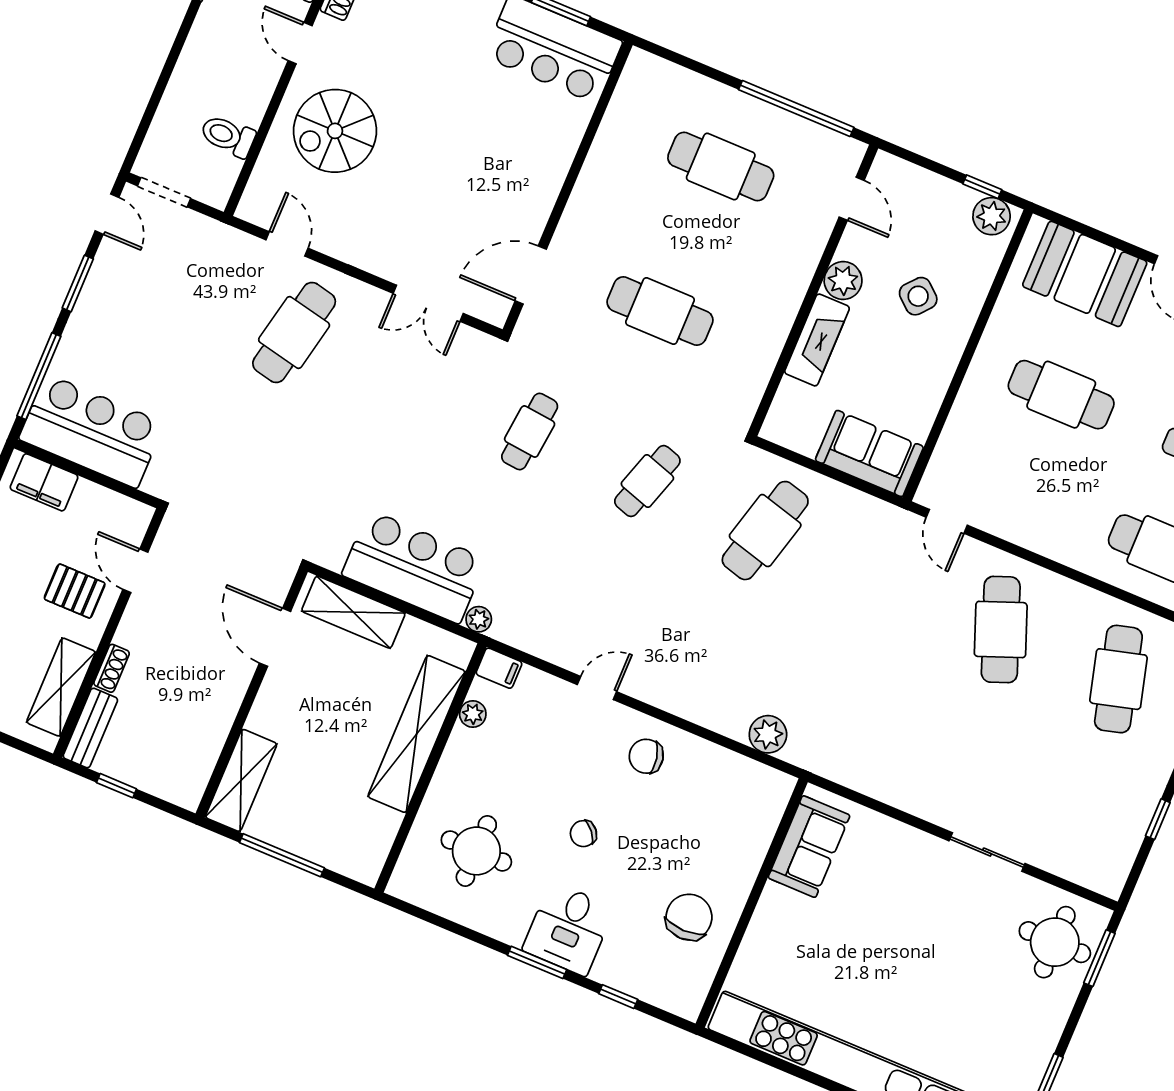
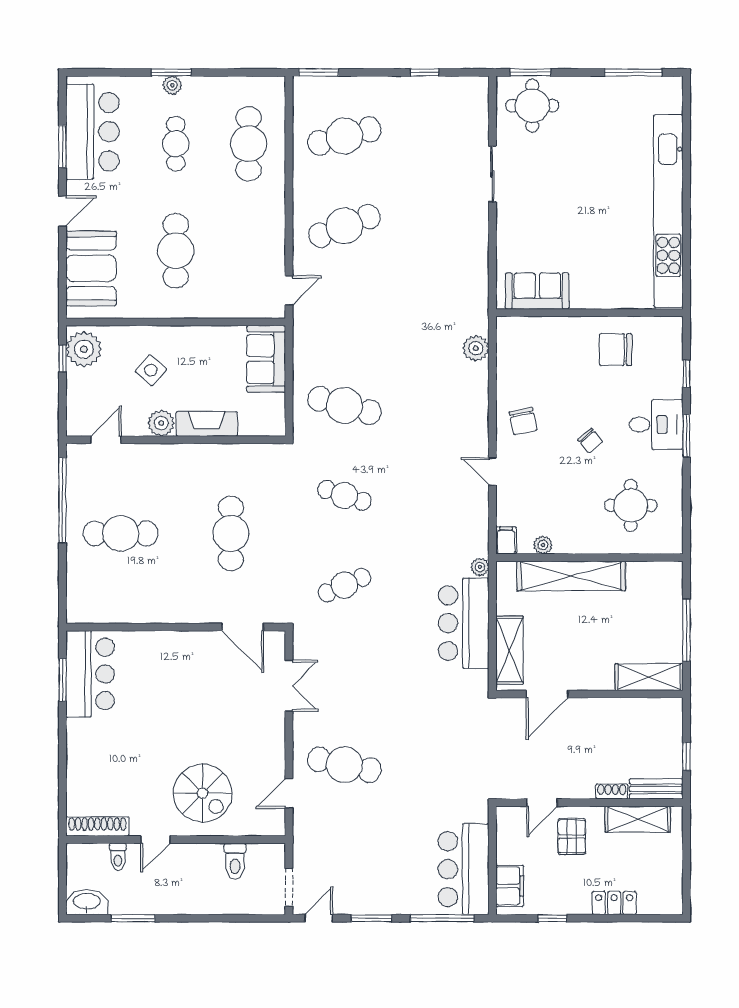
cafe table: (721, 166) -> (121, 533), turned 90
plant: (992, 216) -> (84, 349), width x1.36, depth x1.36
cafe table: (530, 432) -> (344, 585), turned -30

